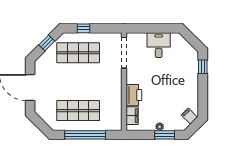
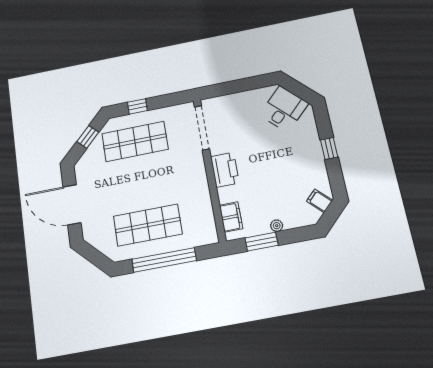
desk: (159, 45) -> (284, 109), moved, turned 45
window: (203, 67) -> (329, 148), moved
printer: (134, 95) -> (225, 170), moved
window: (165, 135) -> (262, 242), moved

